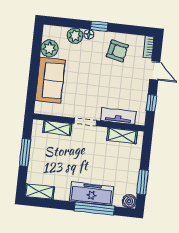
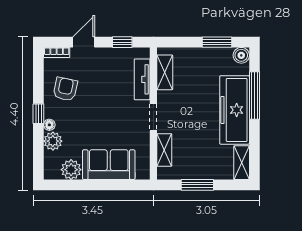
freezer: (92, 194) -> (235, 110), width x1.36, depth x1.26

